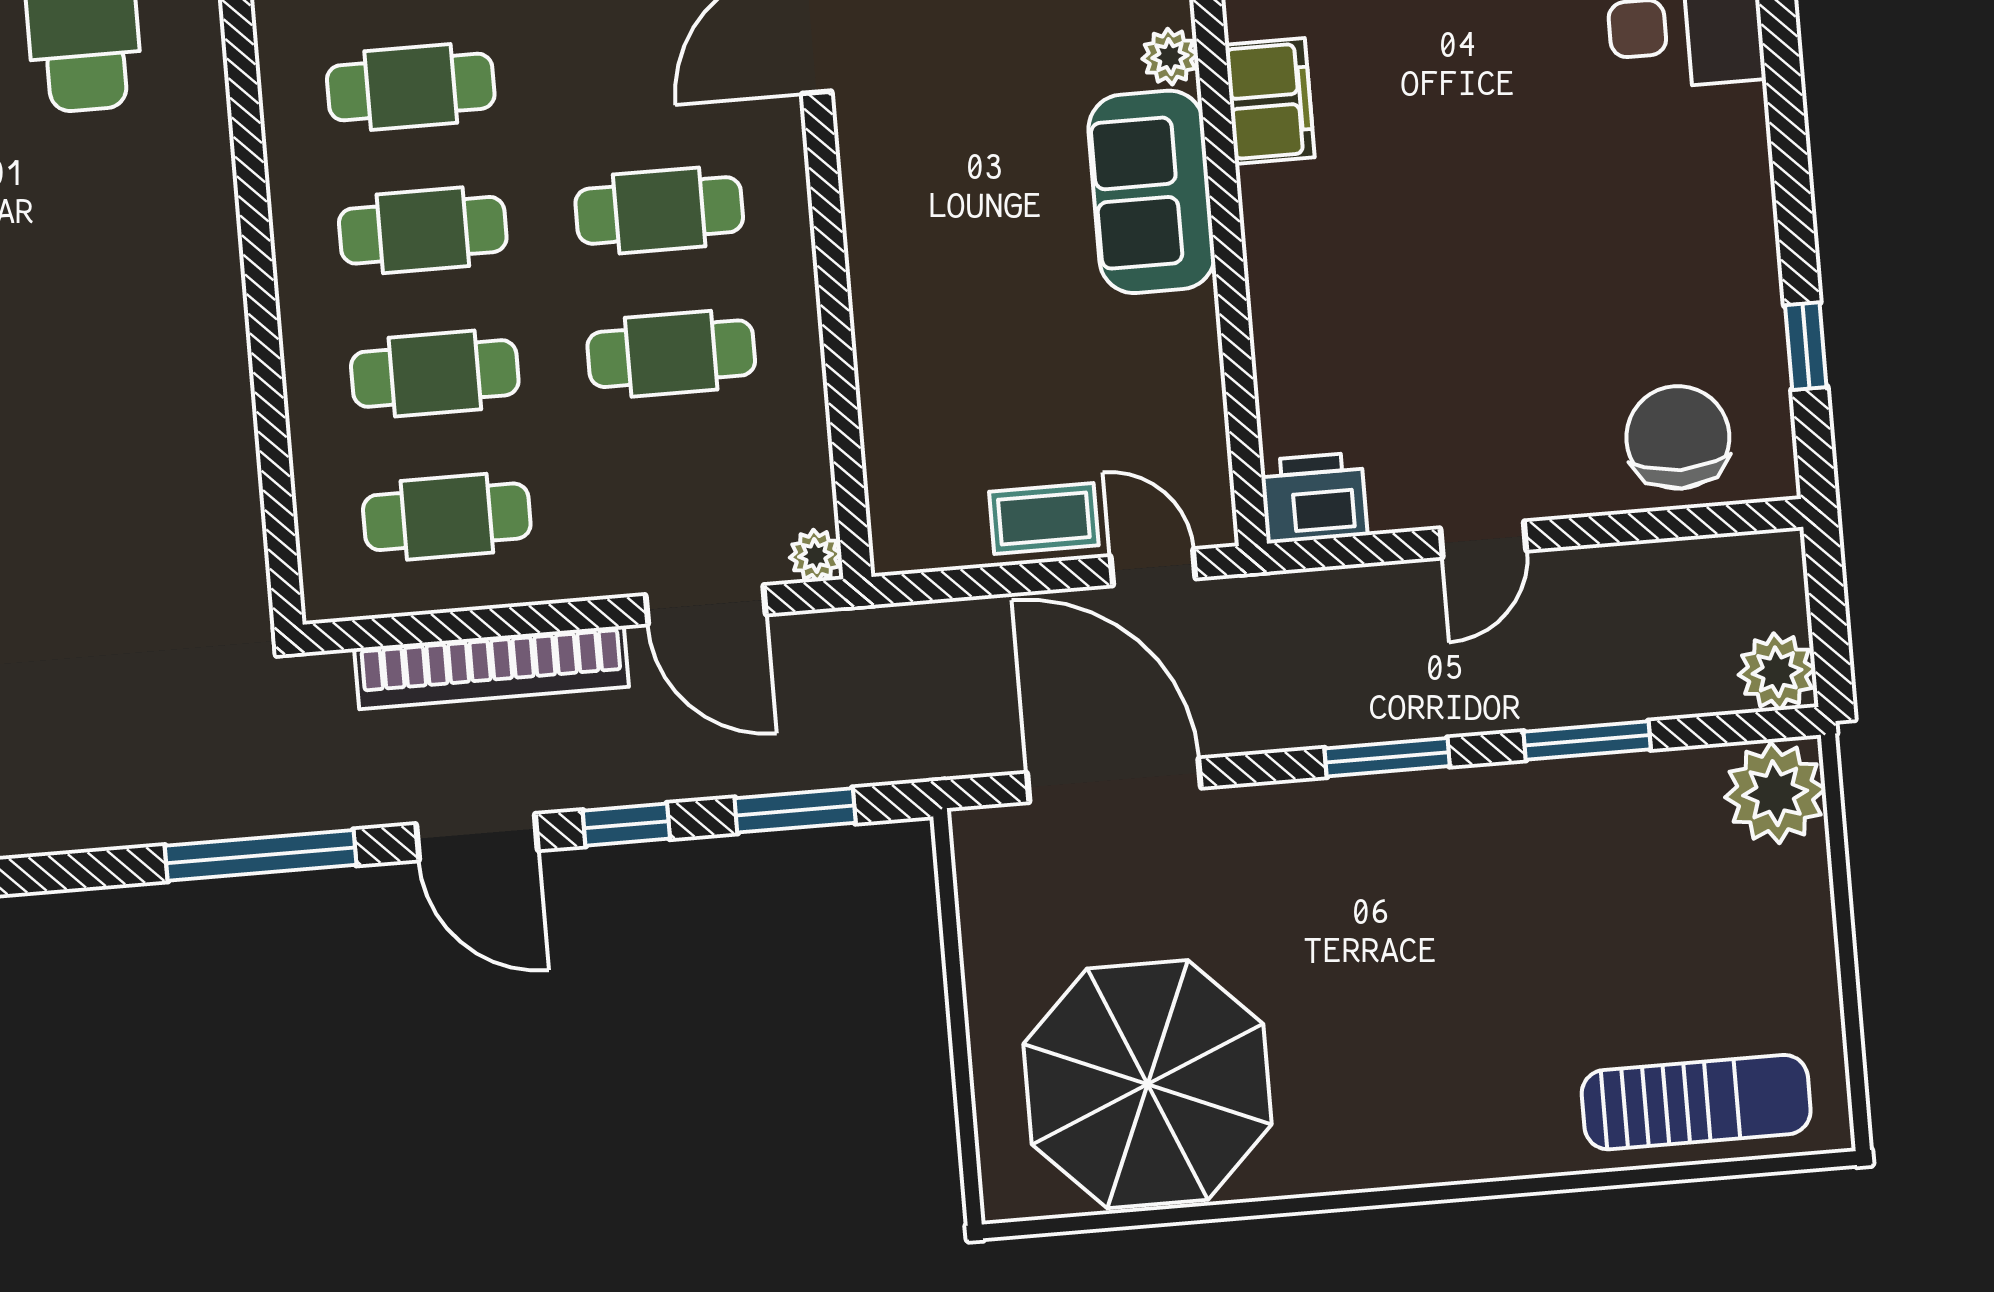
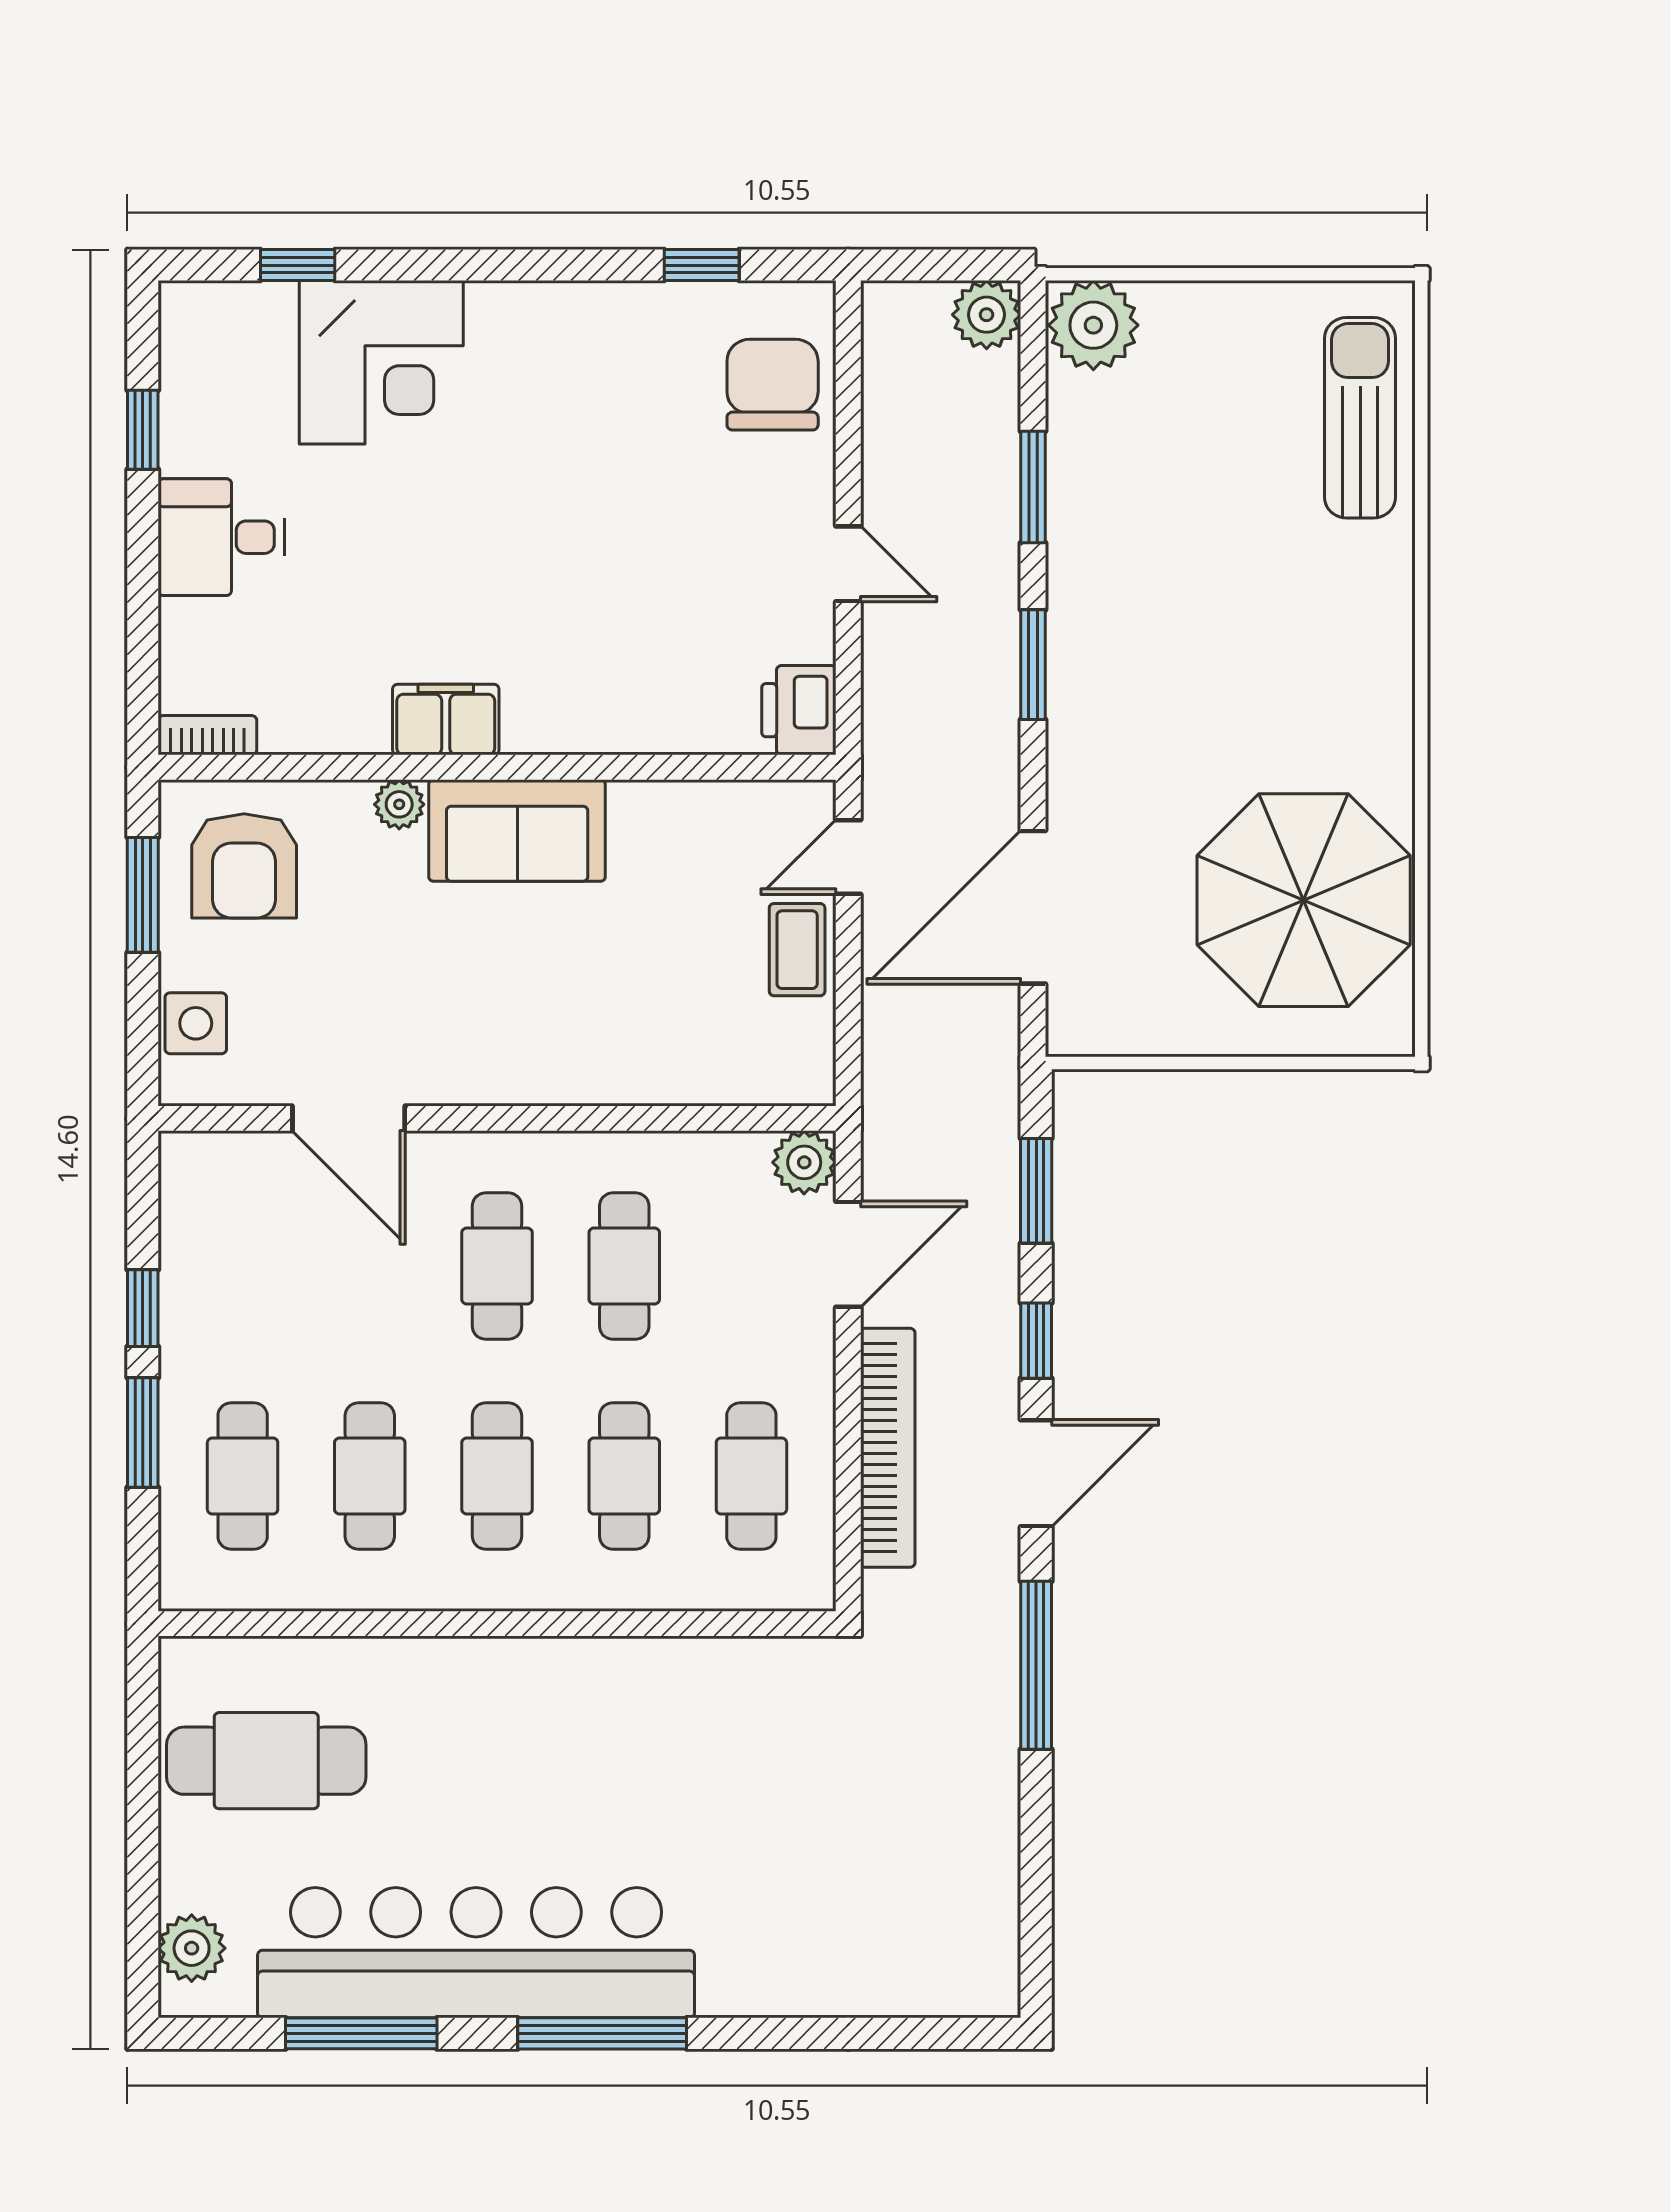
chair: (1678, 437) -> (773, 385), turned 90
plant: (816, 556) -> (804, 1162), width x1.38, depth x1.38

